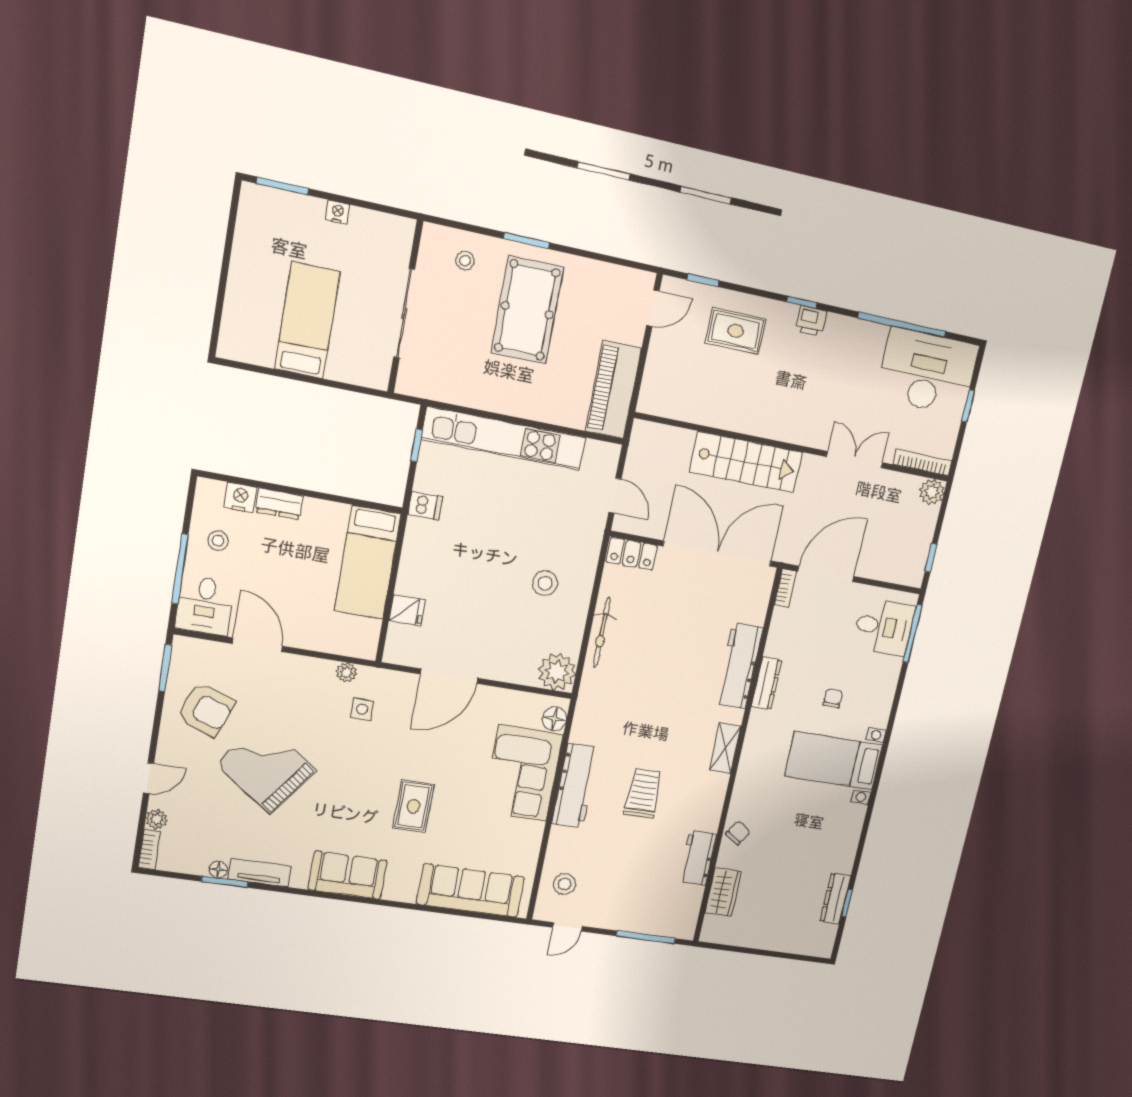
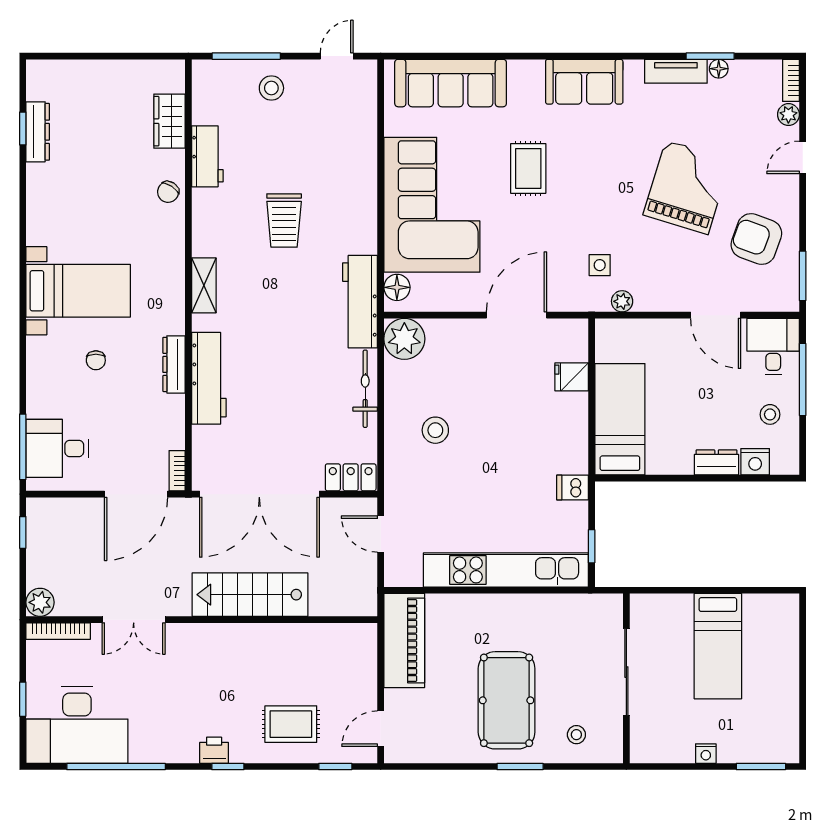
grand piano: (266, 767) -> (687, 187), turned -109
corner sofa: (523, 773) -> (432, 205), width x1.36, depth x1.36
workbench: (575, 786) -> (360, 302), moved
stool: (565, 884) -> (271, 88), moved

